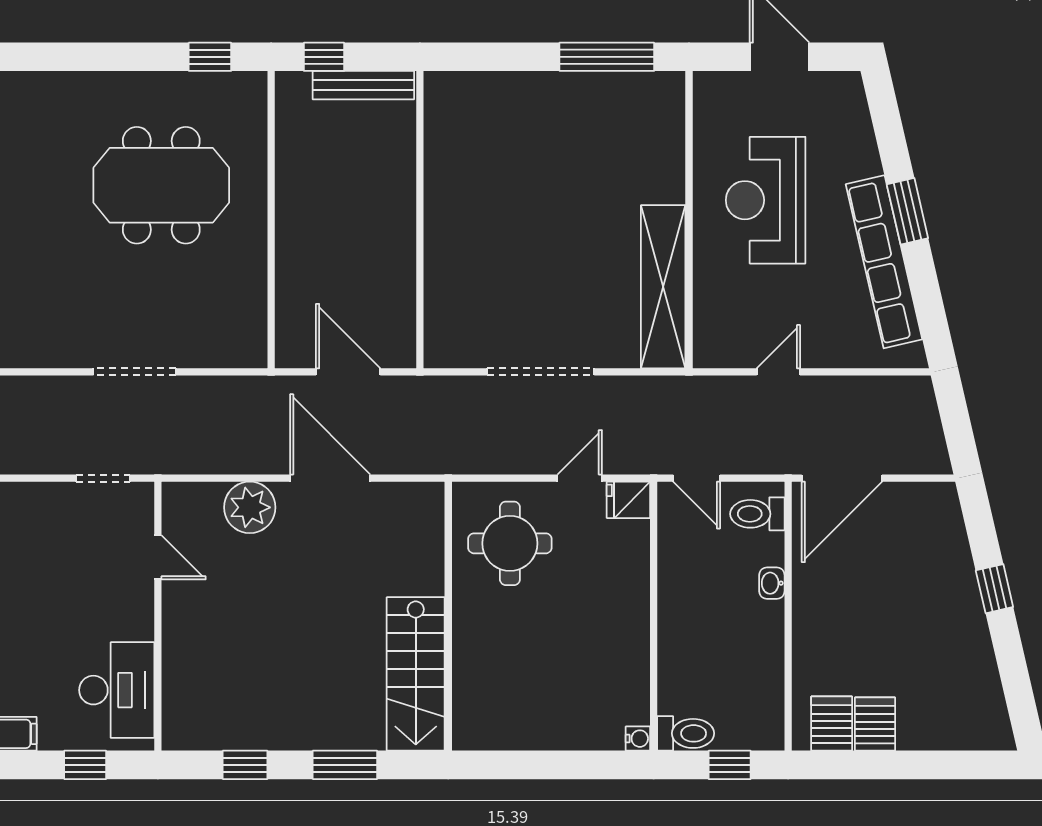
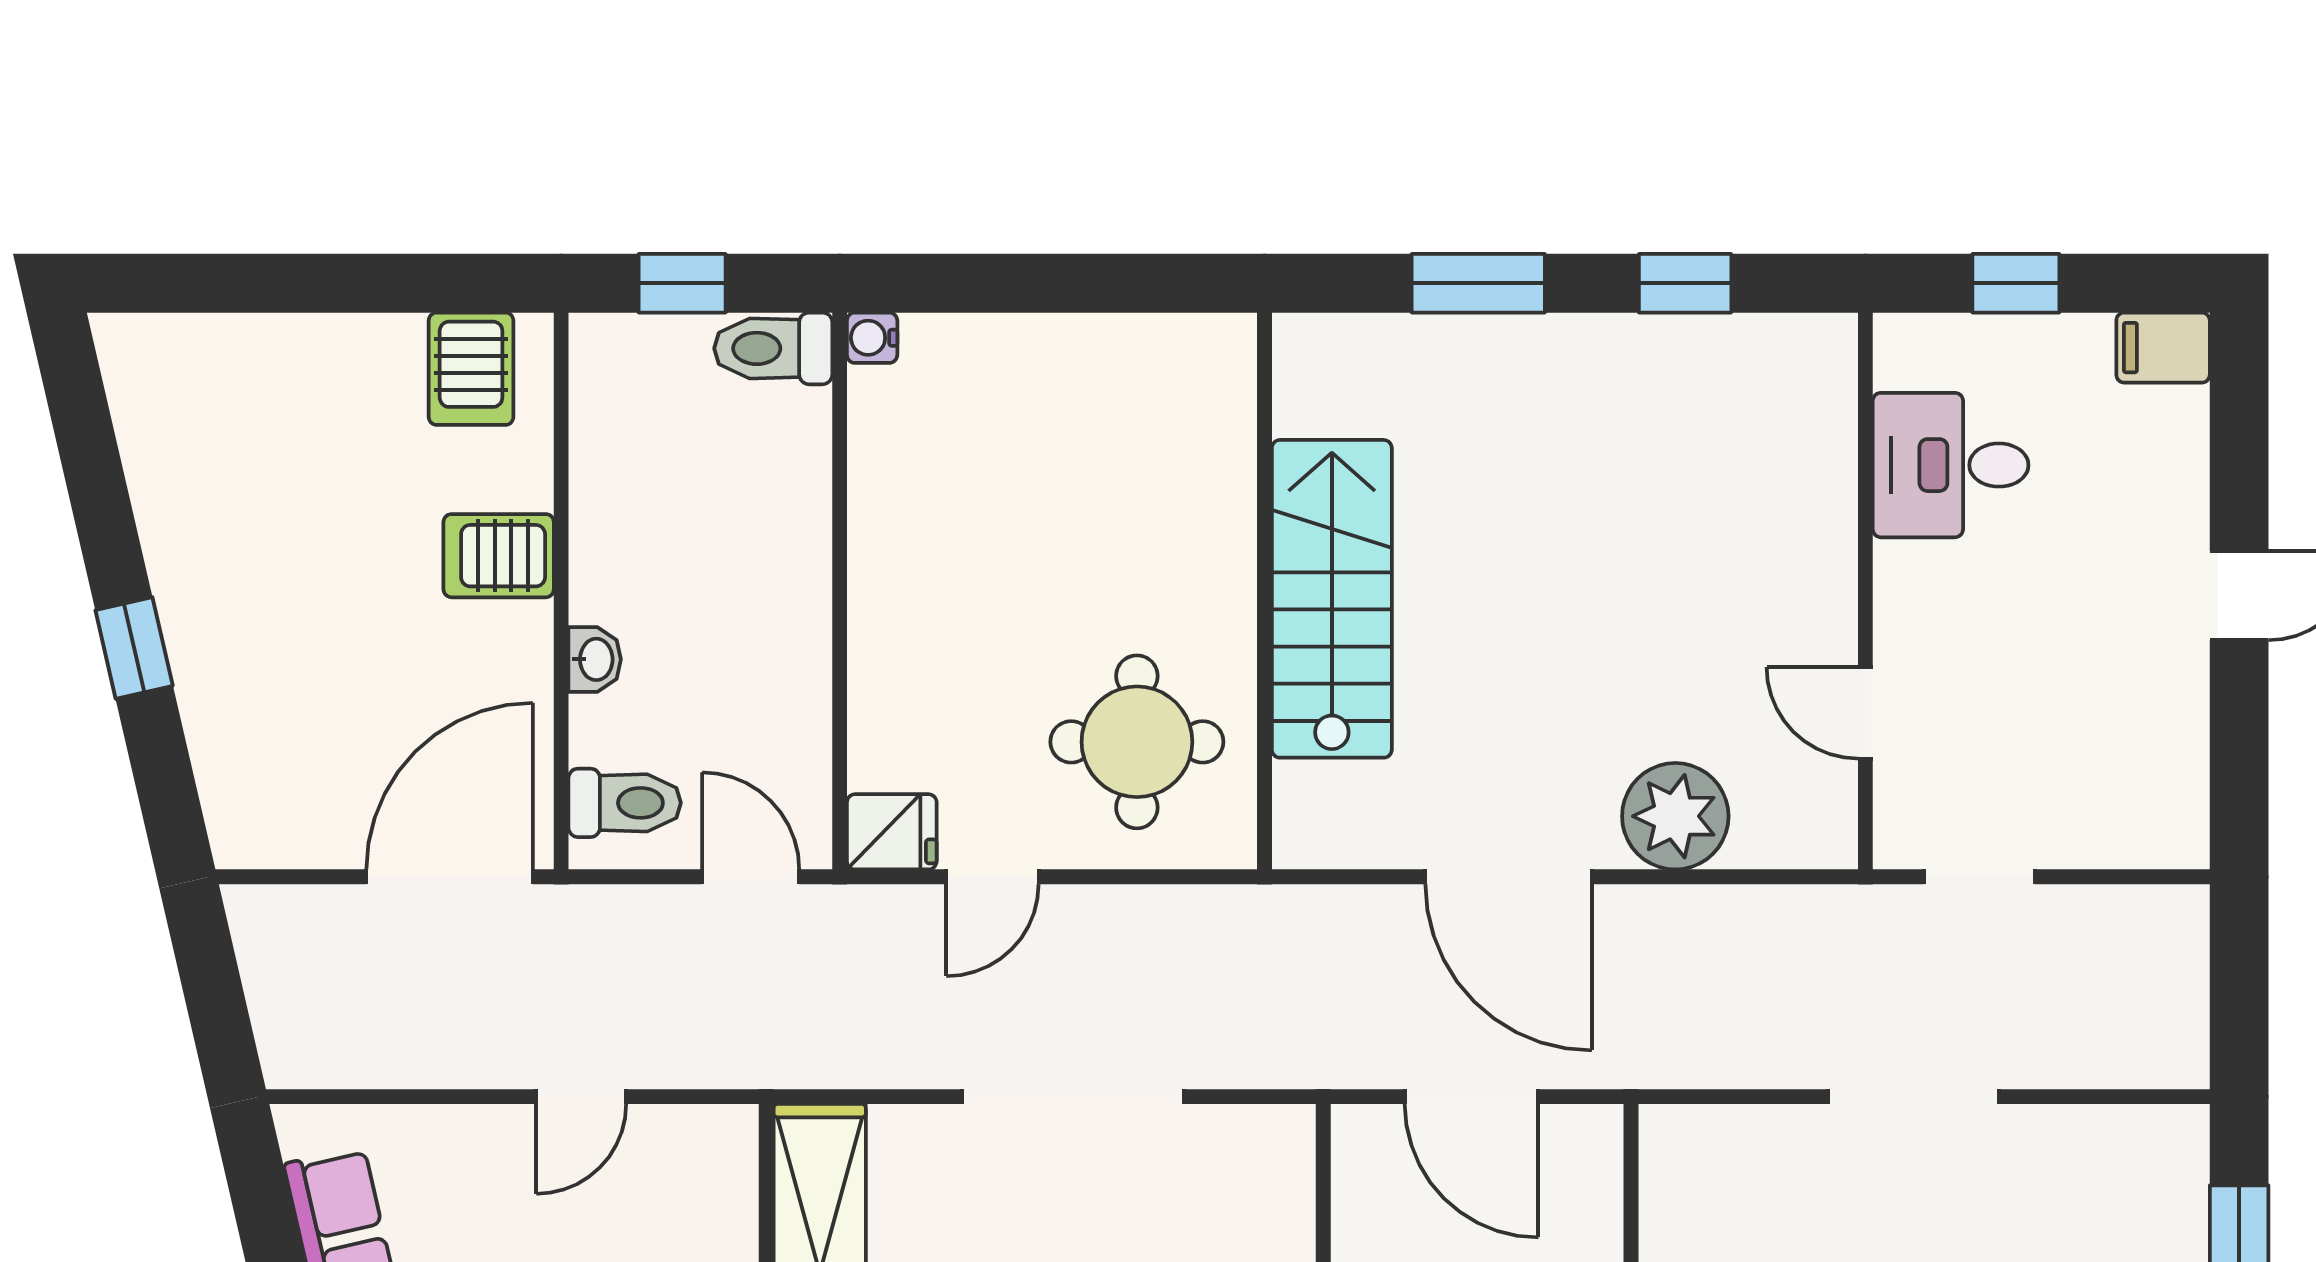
stairs: (416, 674) -> (1332, 599), moved
desk: (117, 690) -> (1951, 465), width x0.73
server rack: (875, 724) -> (499, 556), moved, turned 90

